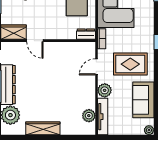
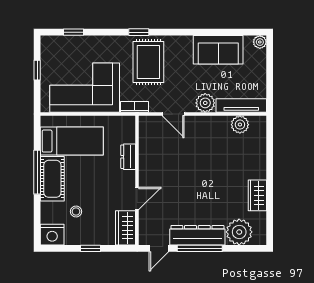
dresser: (86, 34) -> (128, 157), moved
rug: (130, 64) -> (148, 62), moved
wardrobe: (43, 128) -> (257, 195), width x0.67

